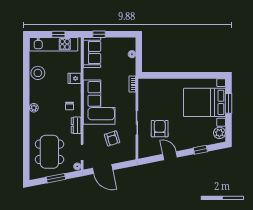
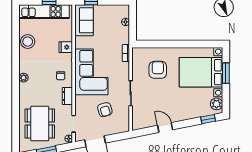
armchair: (160, 129) -> (158, 70), moved
window: (200, 150) -> (208, 119), moved

